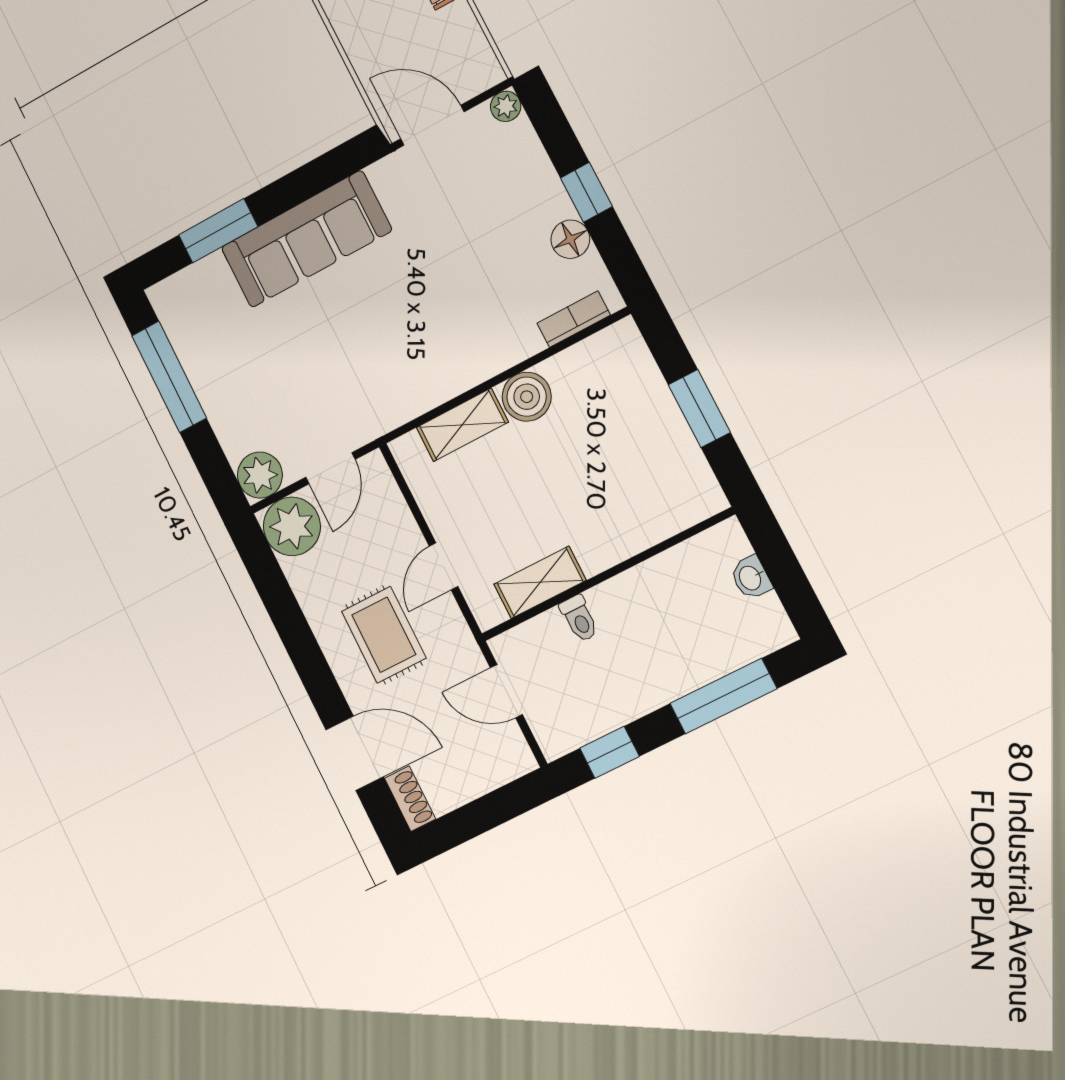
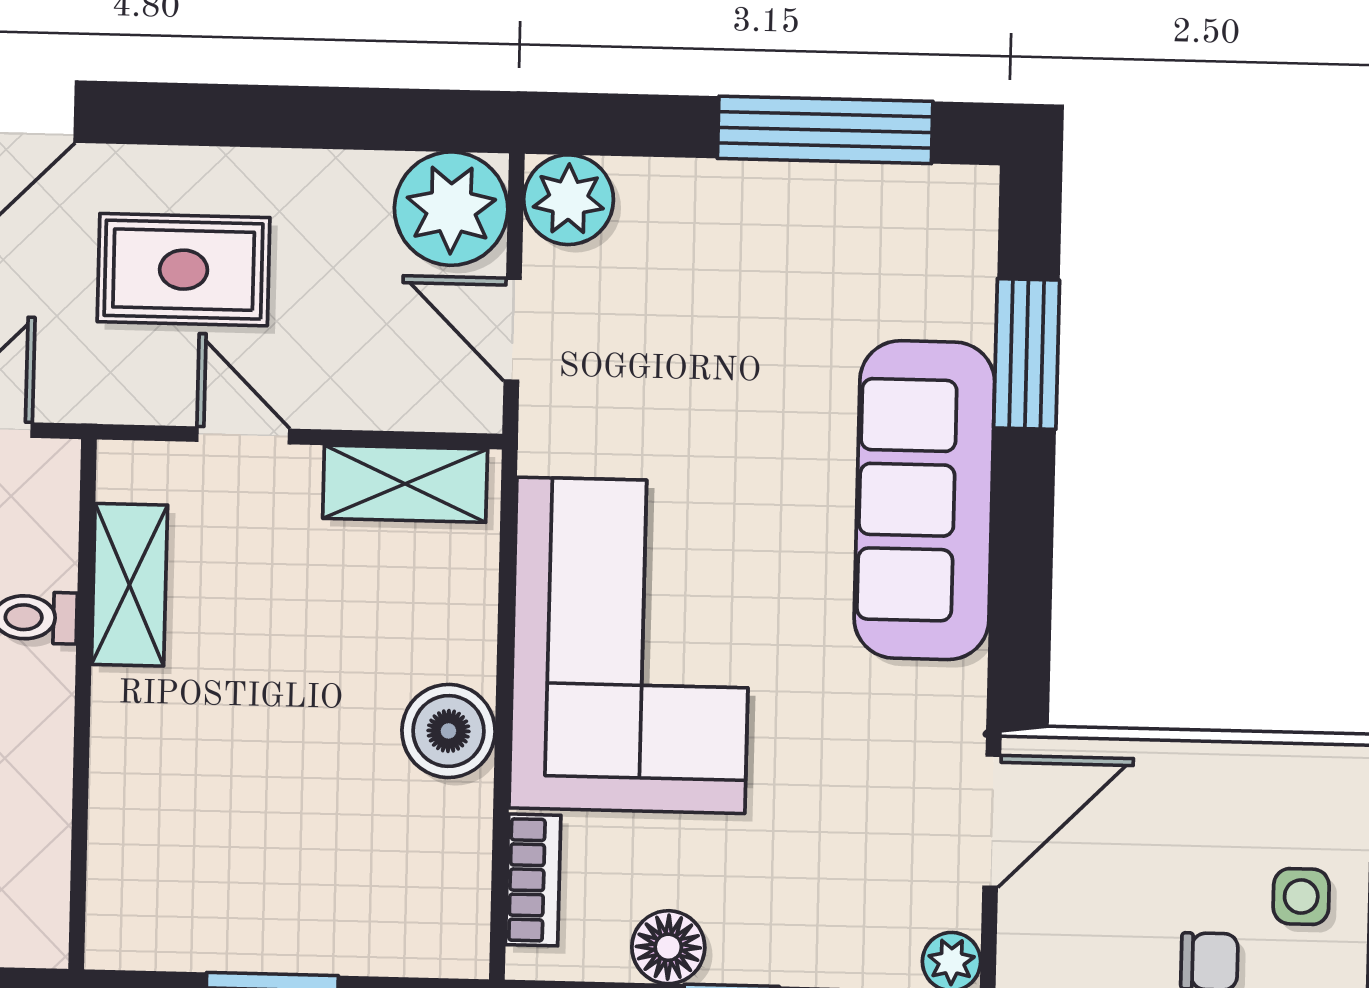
corner sofa: (442, 335) -> (631, 645), added
shelving: (462, 425) -> (405, 484), moved, turned 90

